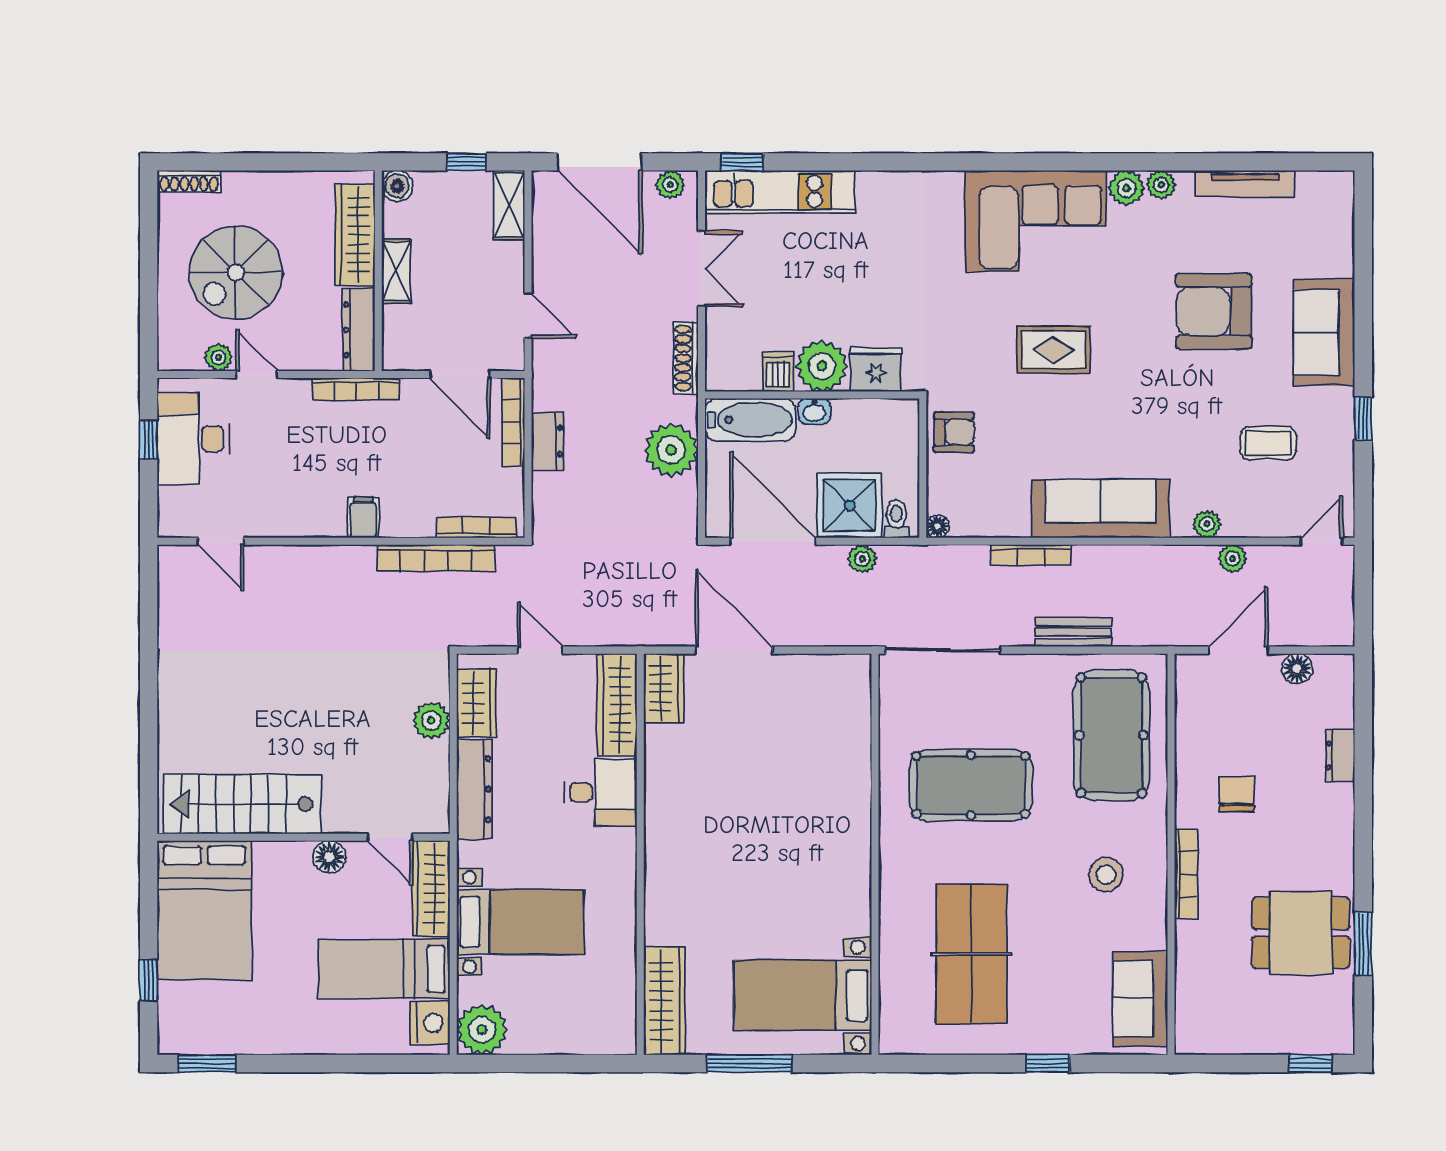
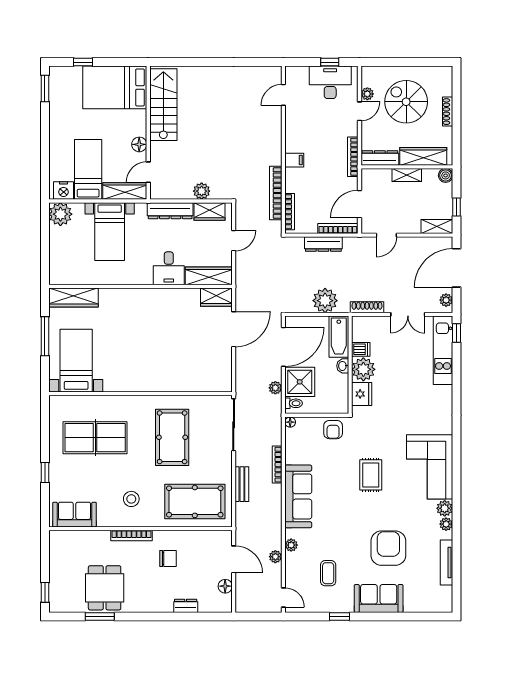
shoe rack: (189, 181) -> (448, 112), moved
dresser: (548, 441) -> (323, 244), width x1.44

